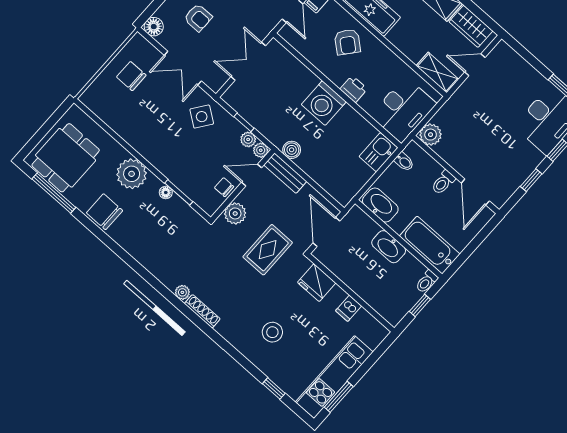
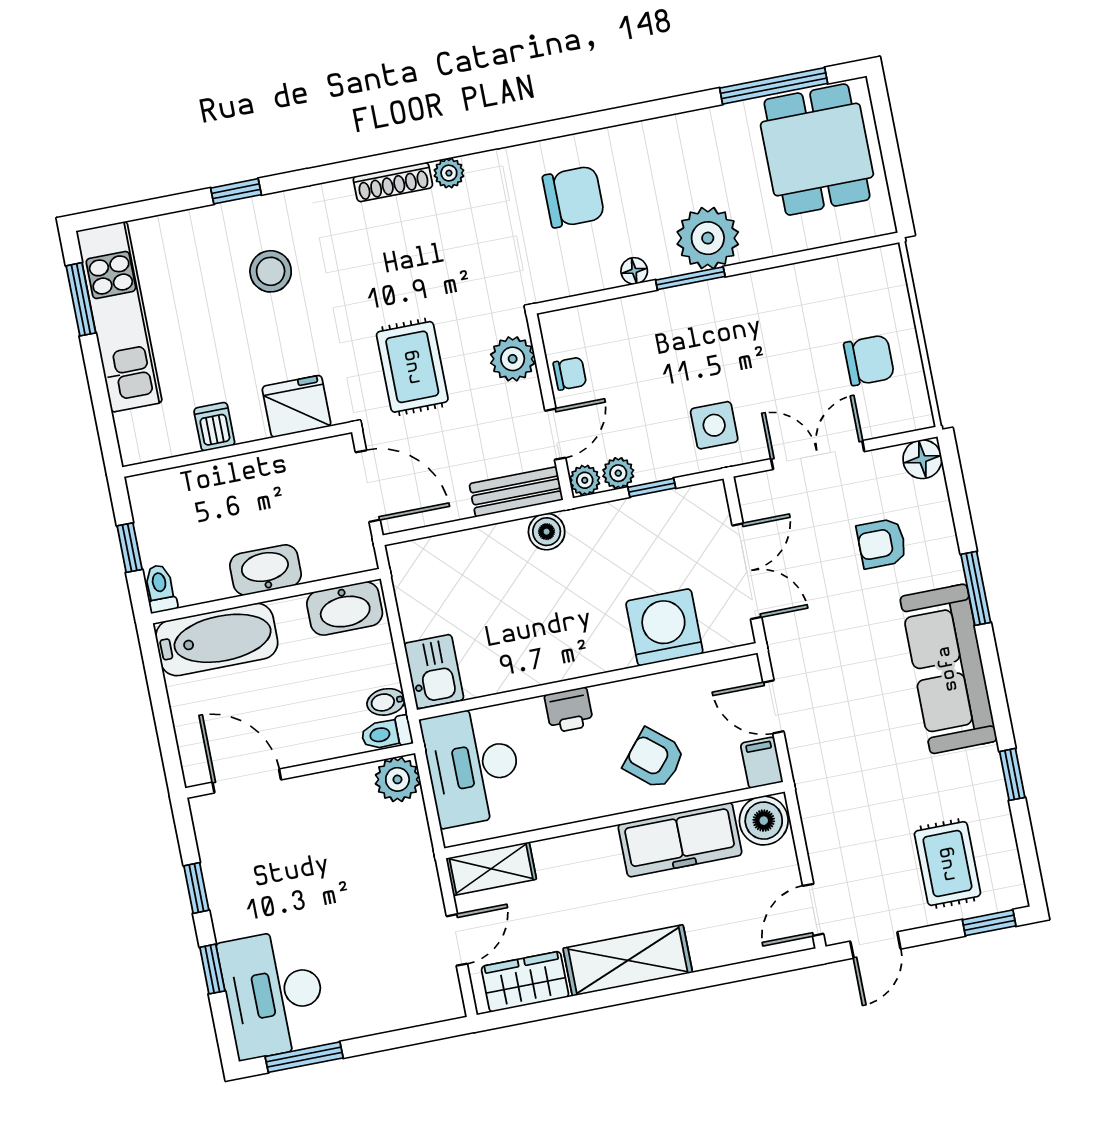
washing machine: (324, 103) -> (664, 627), moved
side table: (202, 117) -> (714, 425), turned -36
toilet: (443, 182) -> (387, 733), moved, turned -90
window: (179, 192) -> (690, 278), moved
chair: (105, 212) -> (573, 197), moved
window: (274, 388) -> (236, 191), moved

